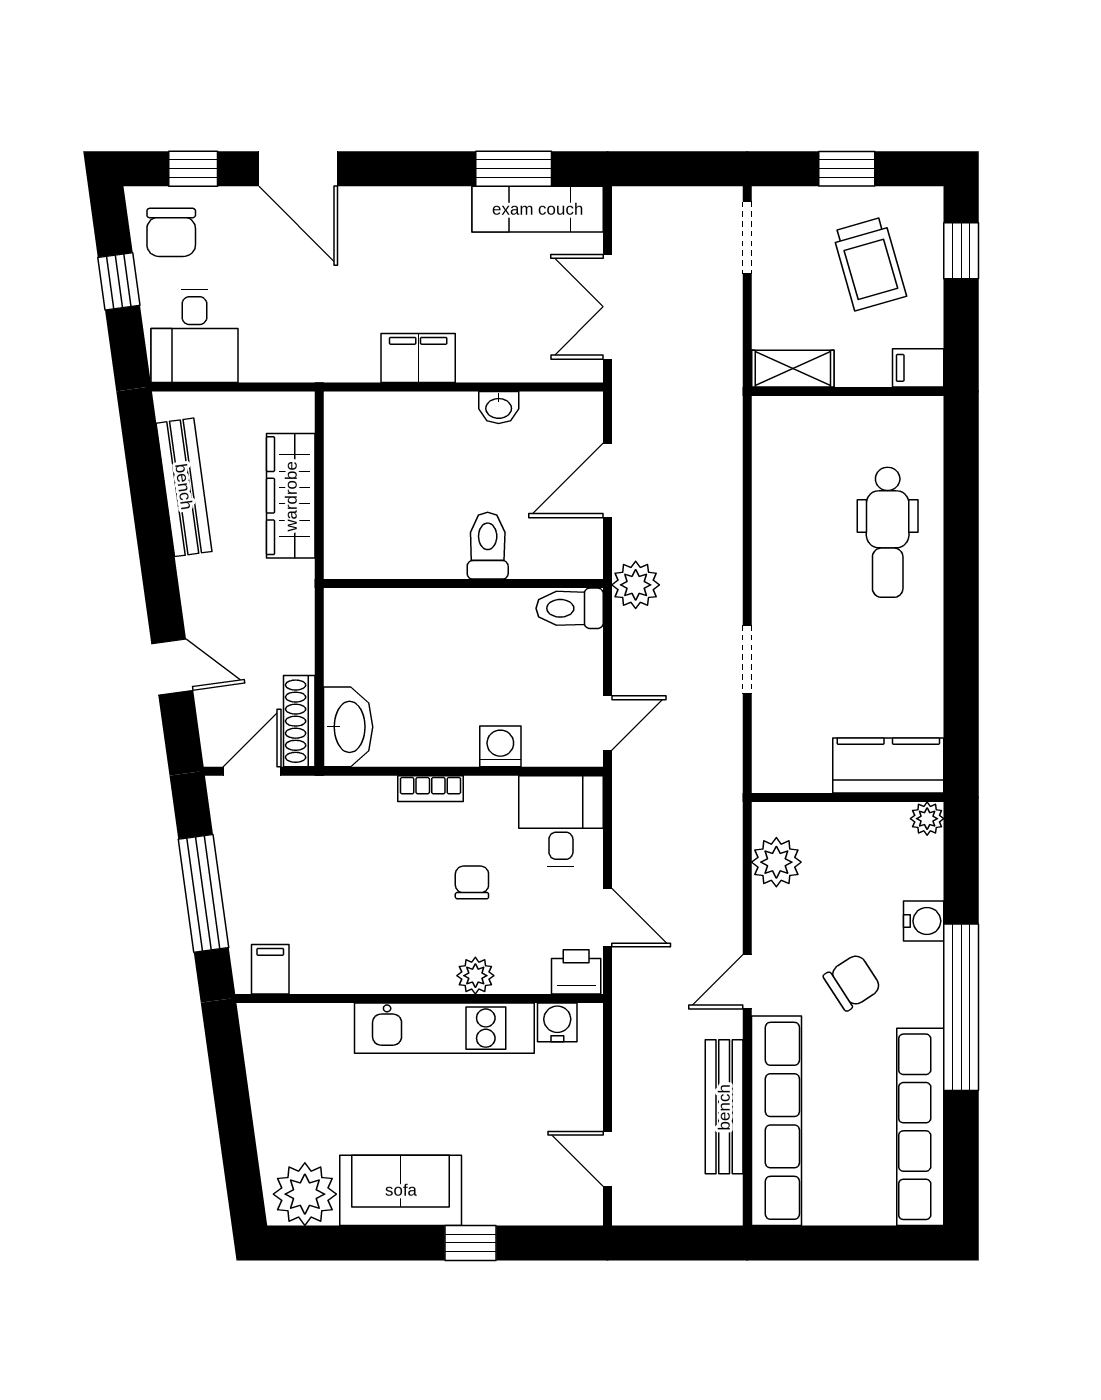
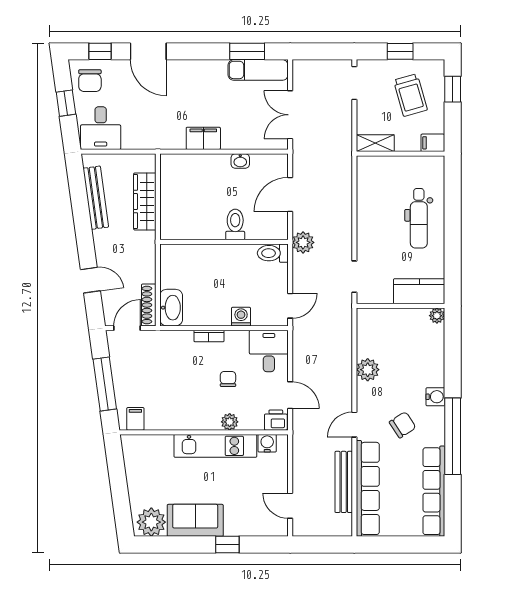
kitchen counter: (888, 765) -> (419, 291), moved
wall: (848, 798) -> (400, 306), moved
plant: (927, 819) -> (437, 316), moved

